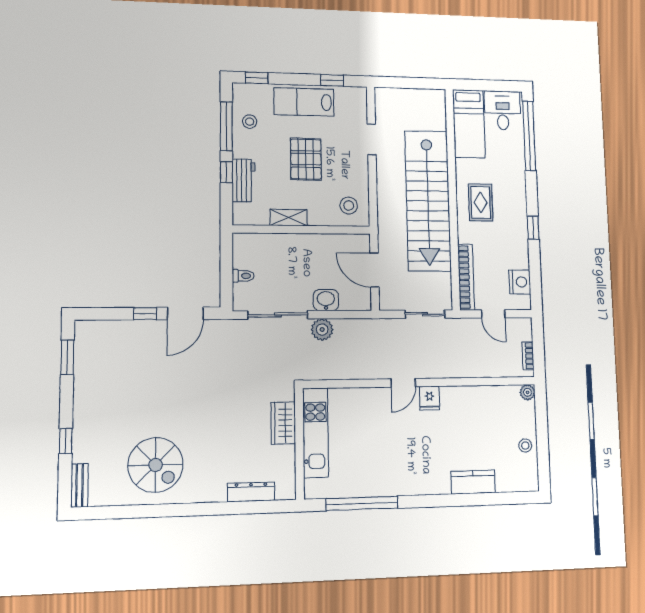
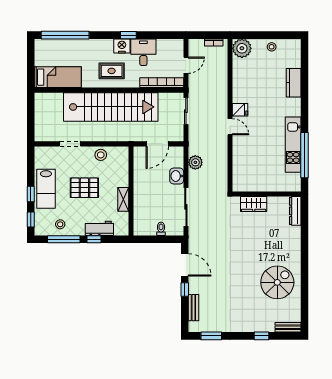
window: (332, 80) -> (31, 194), moved
desk: (503, 110) -> (143, 52), moved, turned 90
stool: (349, 206) -> (101, 155), moved
nightstand: (520, 282) -> (122, 46), moved
bench: (115, 328) -> (193, 308), added
plant: (322, 330) -> (195, 162), moved
plant: (528, 392) -> (242, 48), width x1.88, depth x1.88
kitchen unit: (316, 433) -> (293, 145), moved, turned -90
dresser: (251, 492) -> (295, 211), moved

